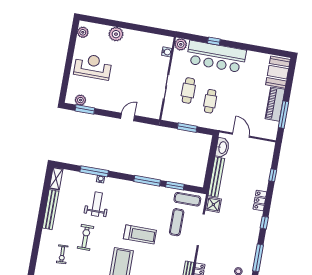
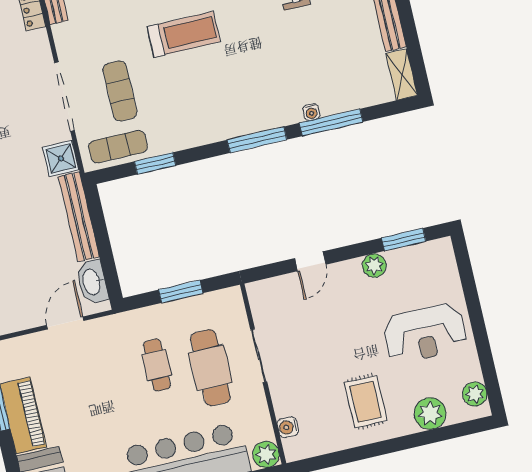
plant: (116, 34) -> (430, 414), moved
rug: (130, 49) -> (366, 402), added
cafe table: (188, 91) -> (211, 368), width x1.37, depth x1.35
plant: (80, 100) -> (374, 266), moved
door: (241, 135) -> (65, 323), swing flipped
window: (147, 181) -> (257, 140), moved
weight bench: (97, 204) -> (297, 58), removed
treadmill: (140, 234) -> (184, 34), turned 180

